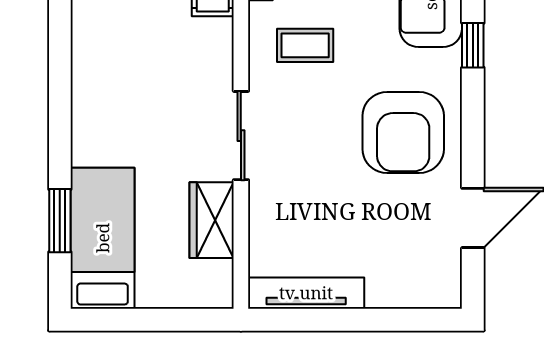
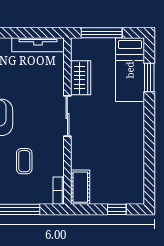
coffee table: (305, 45) -> (24, 161), moved, turned 90
window: (165, 320) -> (102, 33), added

